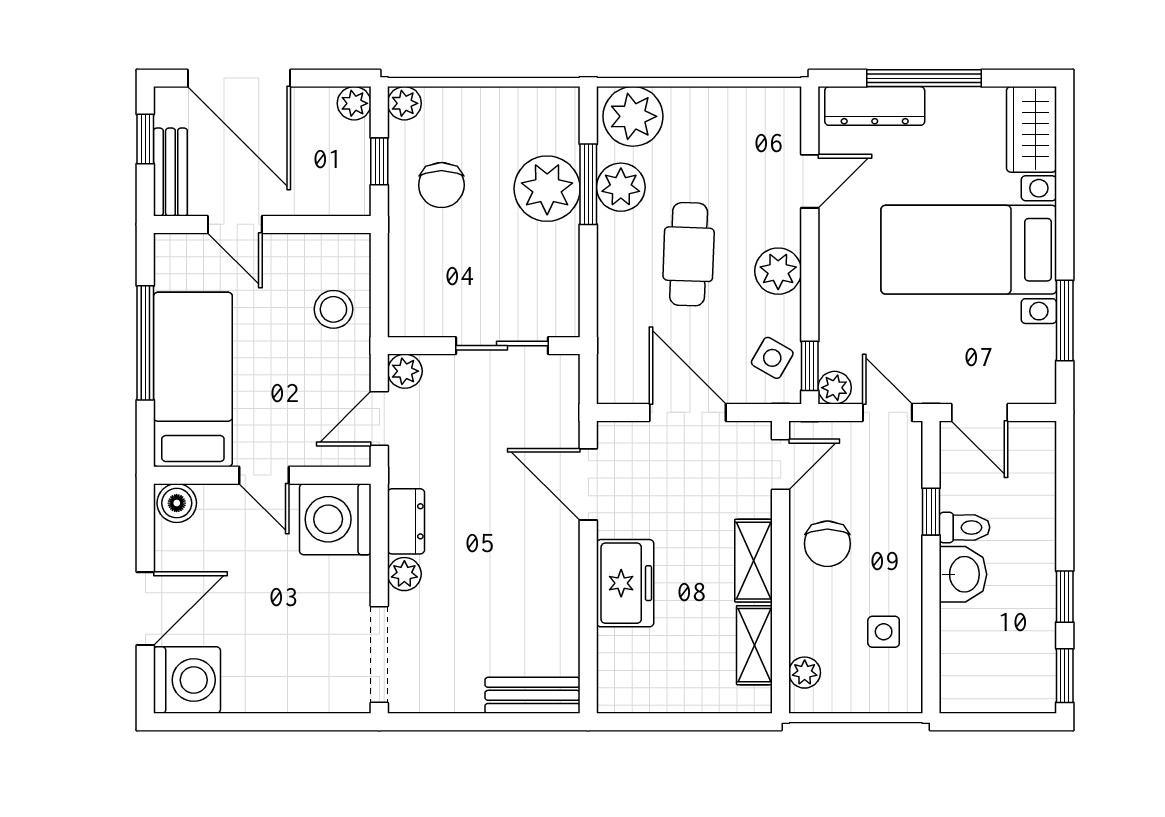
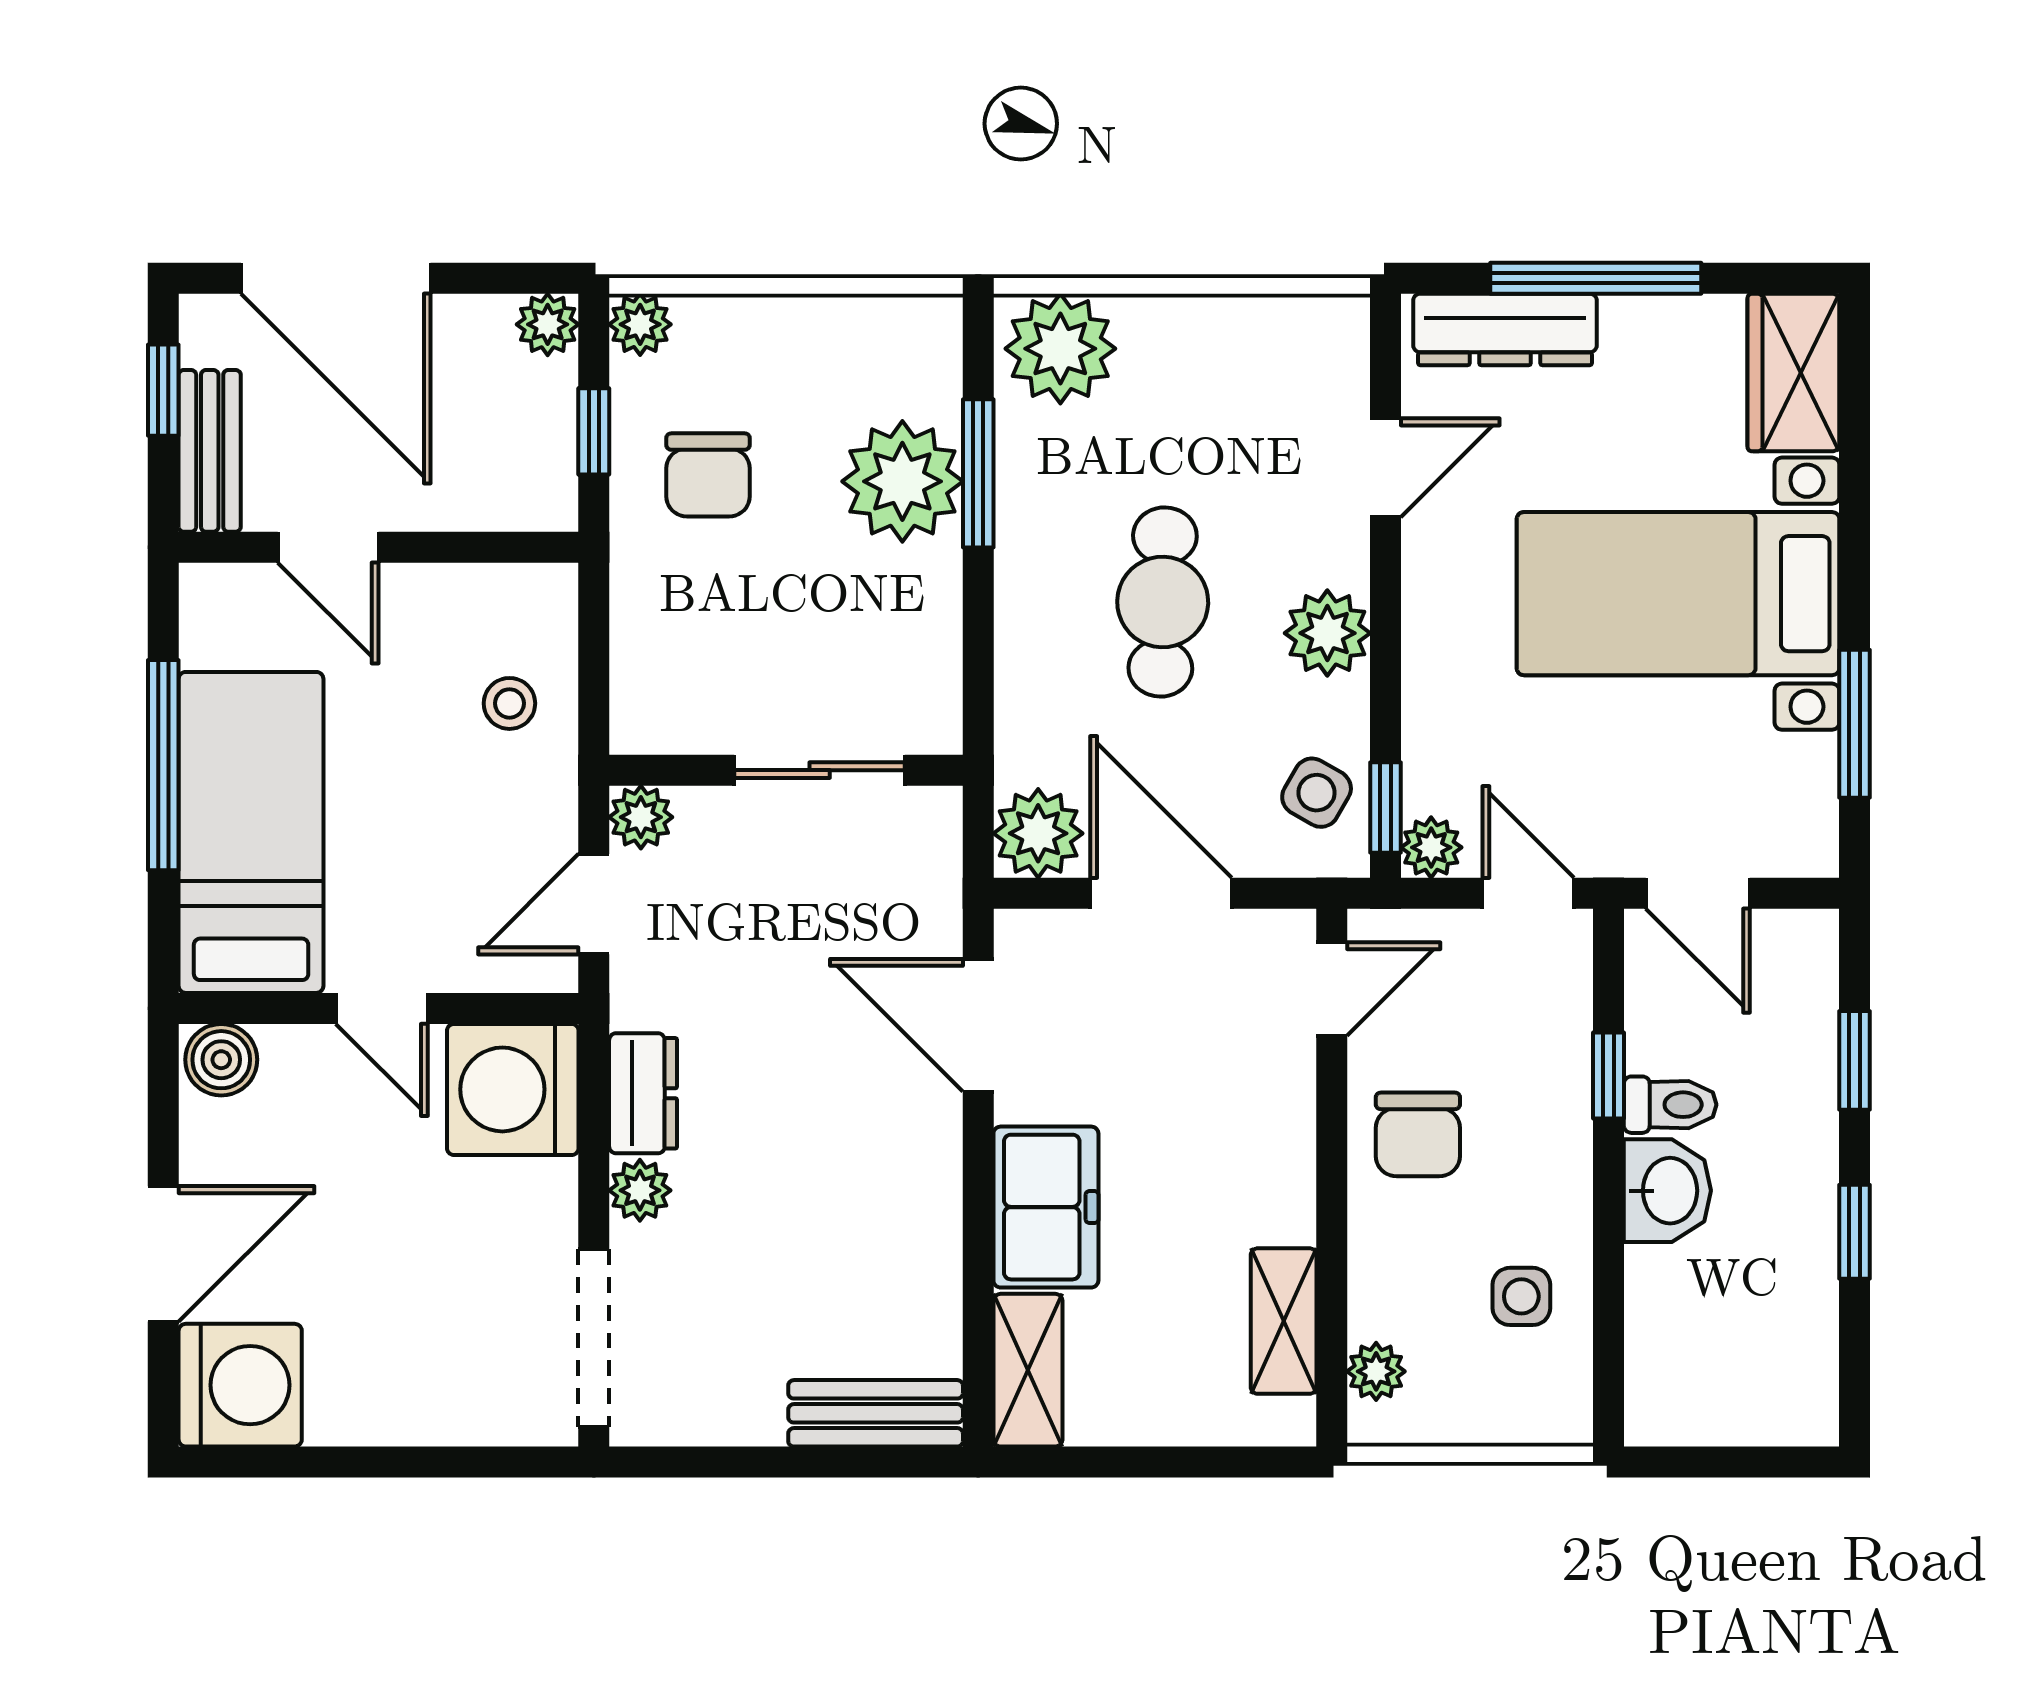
plant: (621, 187) -> (1038, 833), moved
stool: (333, 309) -> (509, 703), width x0.73, depth x0.73
shelving: (753, 561) -> (1028, 1370), moved
window: (1065, 676) -> (1855, 1060), moved

